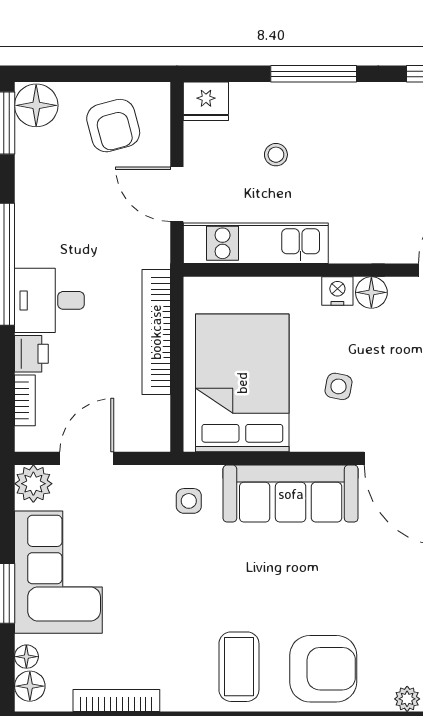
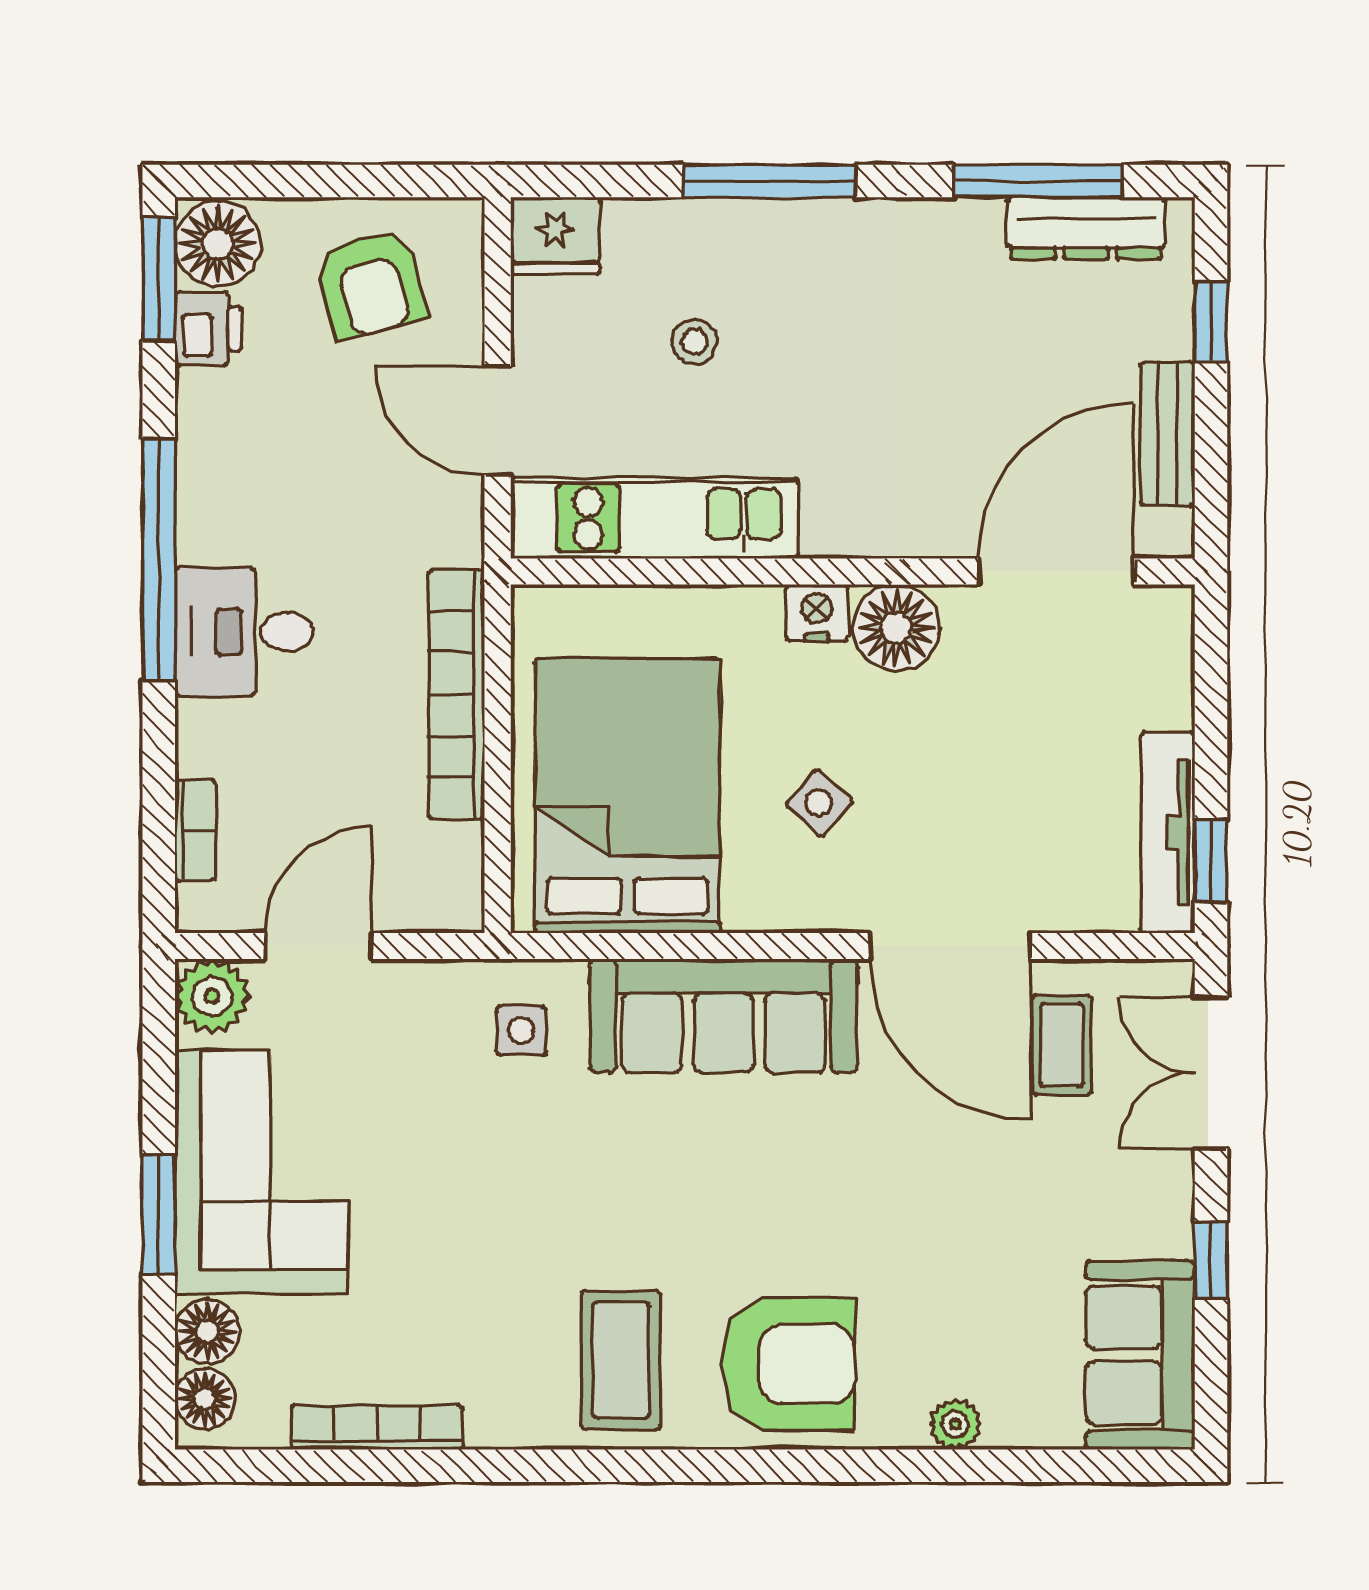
floor lamp: (371, 292) -> (896, 628), width x1.38, depth x1.38
printer: (31, 354) -> (208, 329), moved
side table: (339, 386) -> (819, 803), turned 31
floor lamp: (26, 657) -> (207, 1331), width x1.37, depth x1.37

